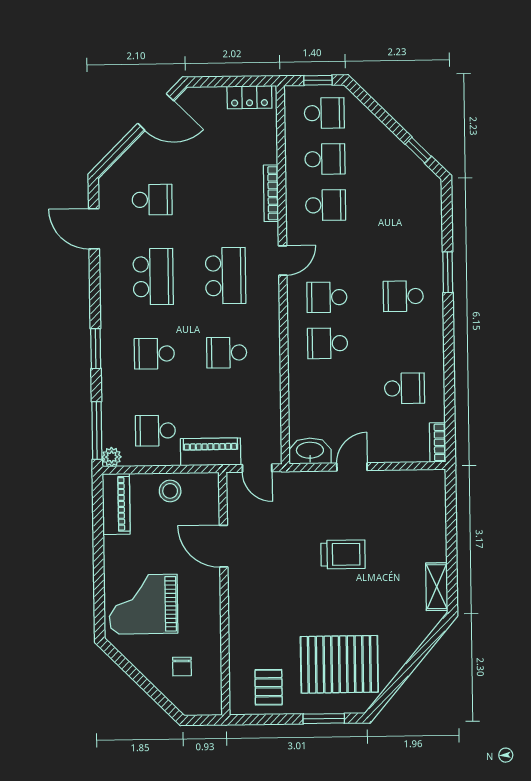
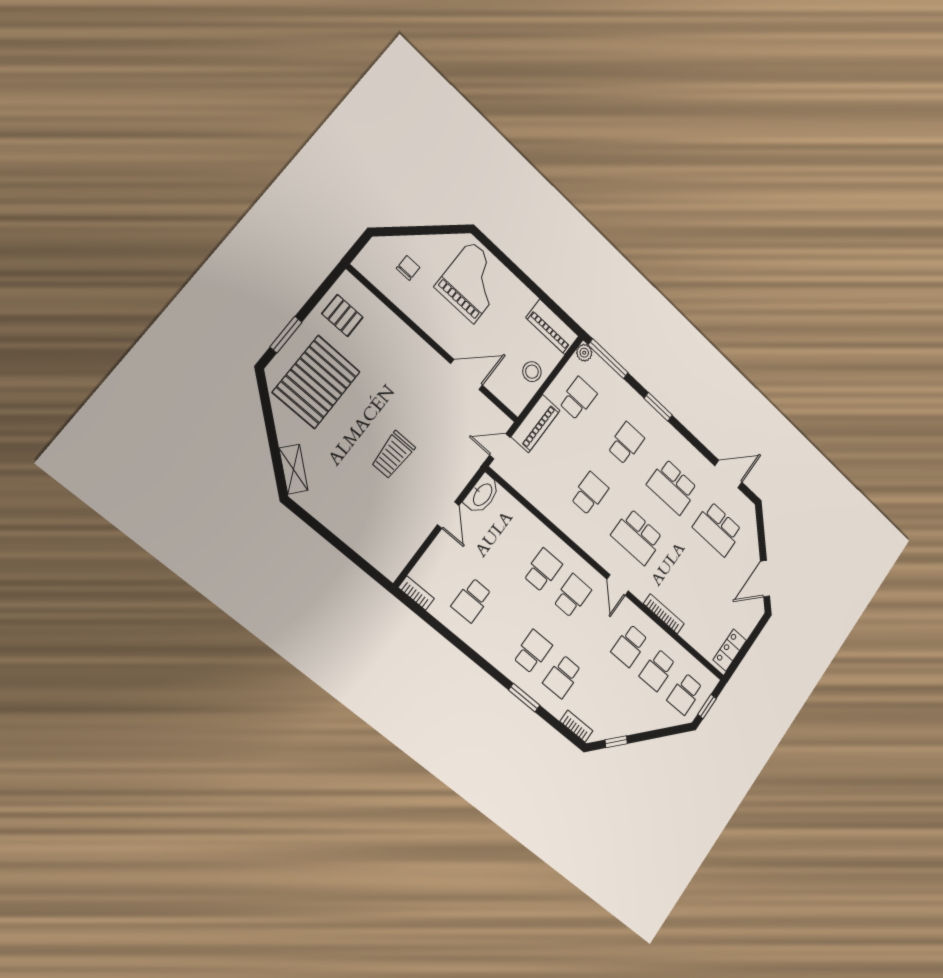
school desk: (152, 200) -> (718, 529), width x1.85
bookcase: (434, 201) -> (576, 726), added
school desk: (403, 250) -> (562, 677), added
shelving: (437, 587) -> (294, 469), moved, turned 40
chair: (182, 666) -> (408, 268), turned 90

